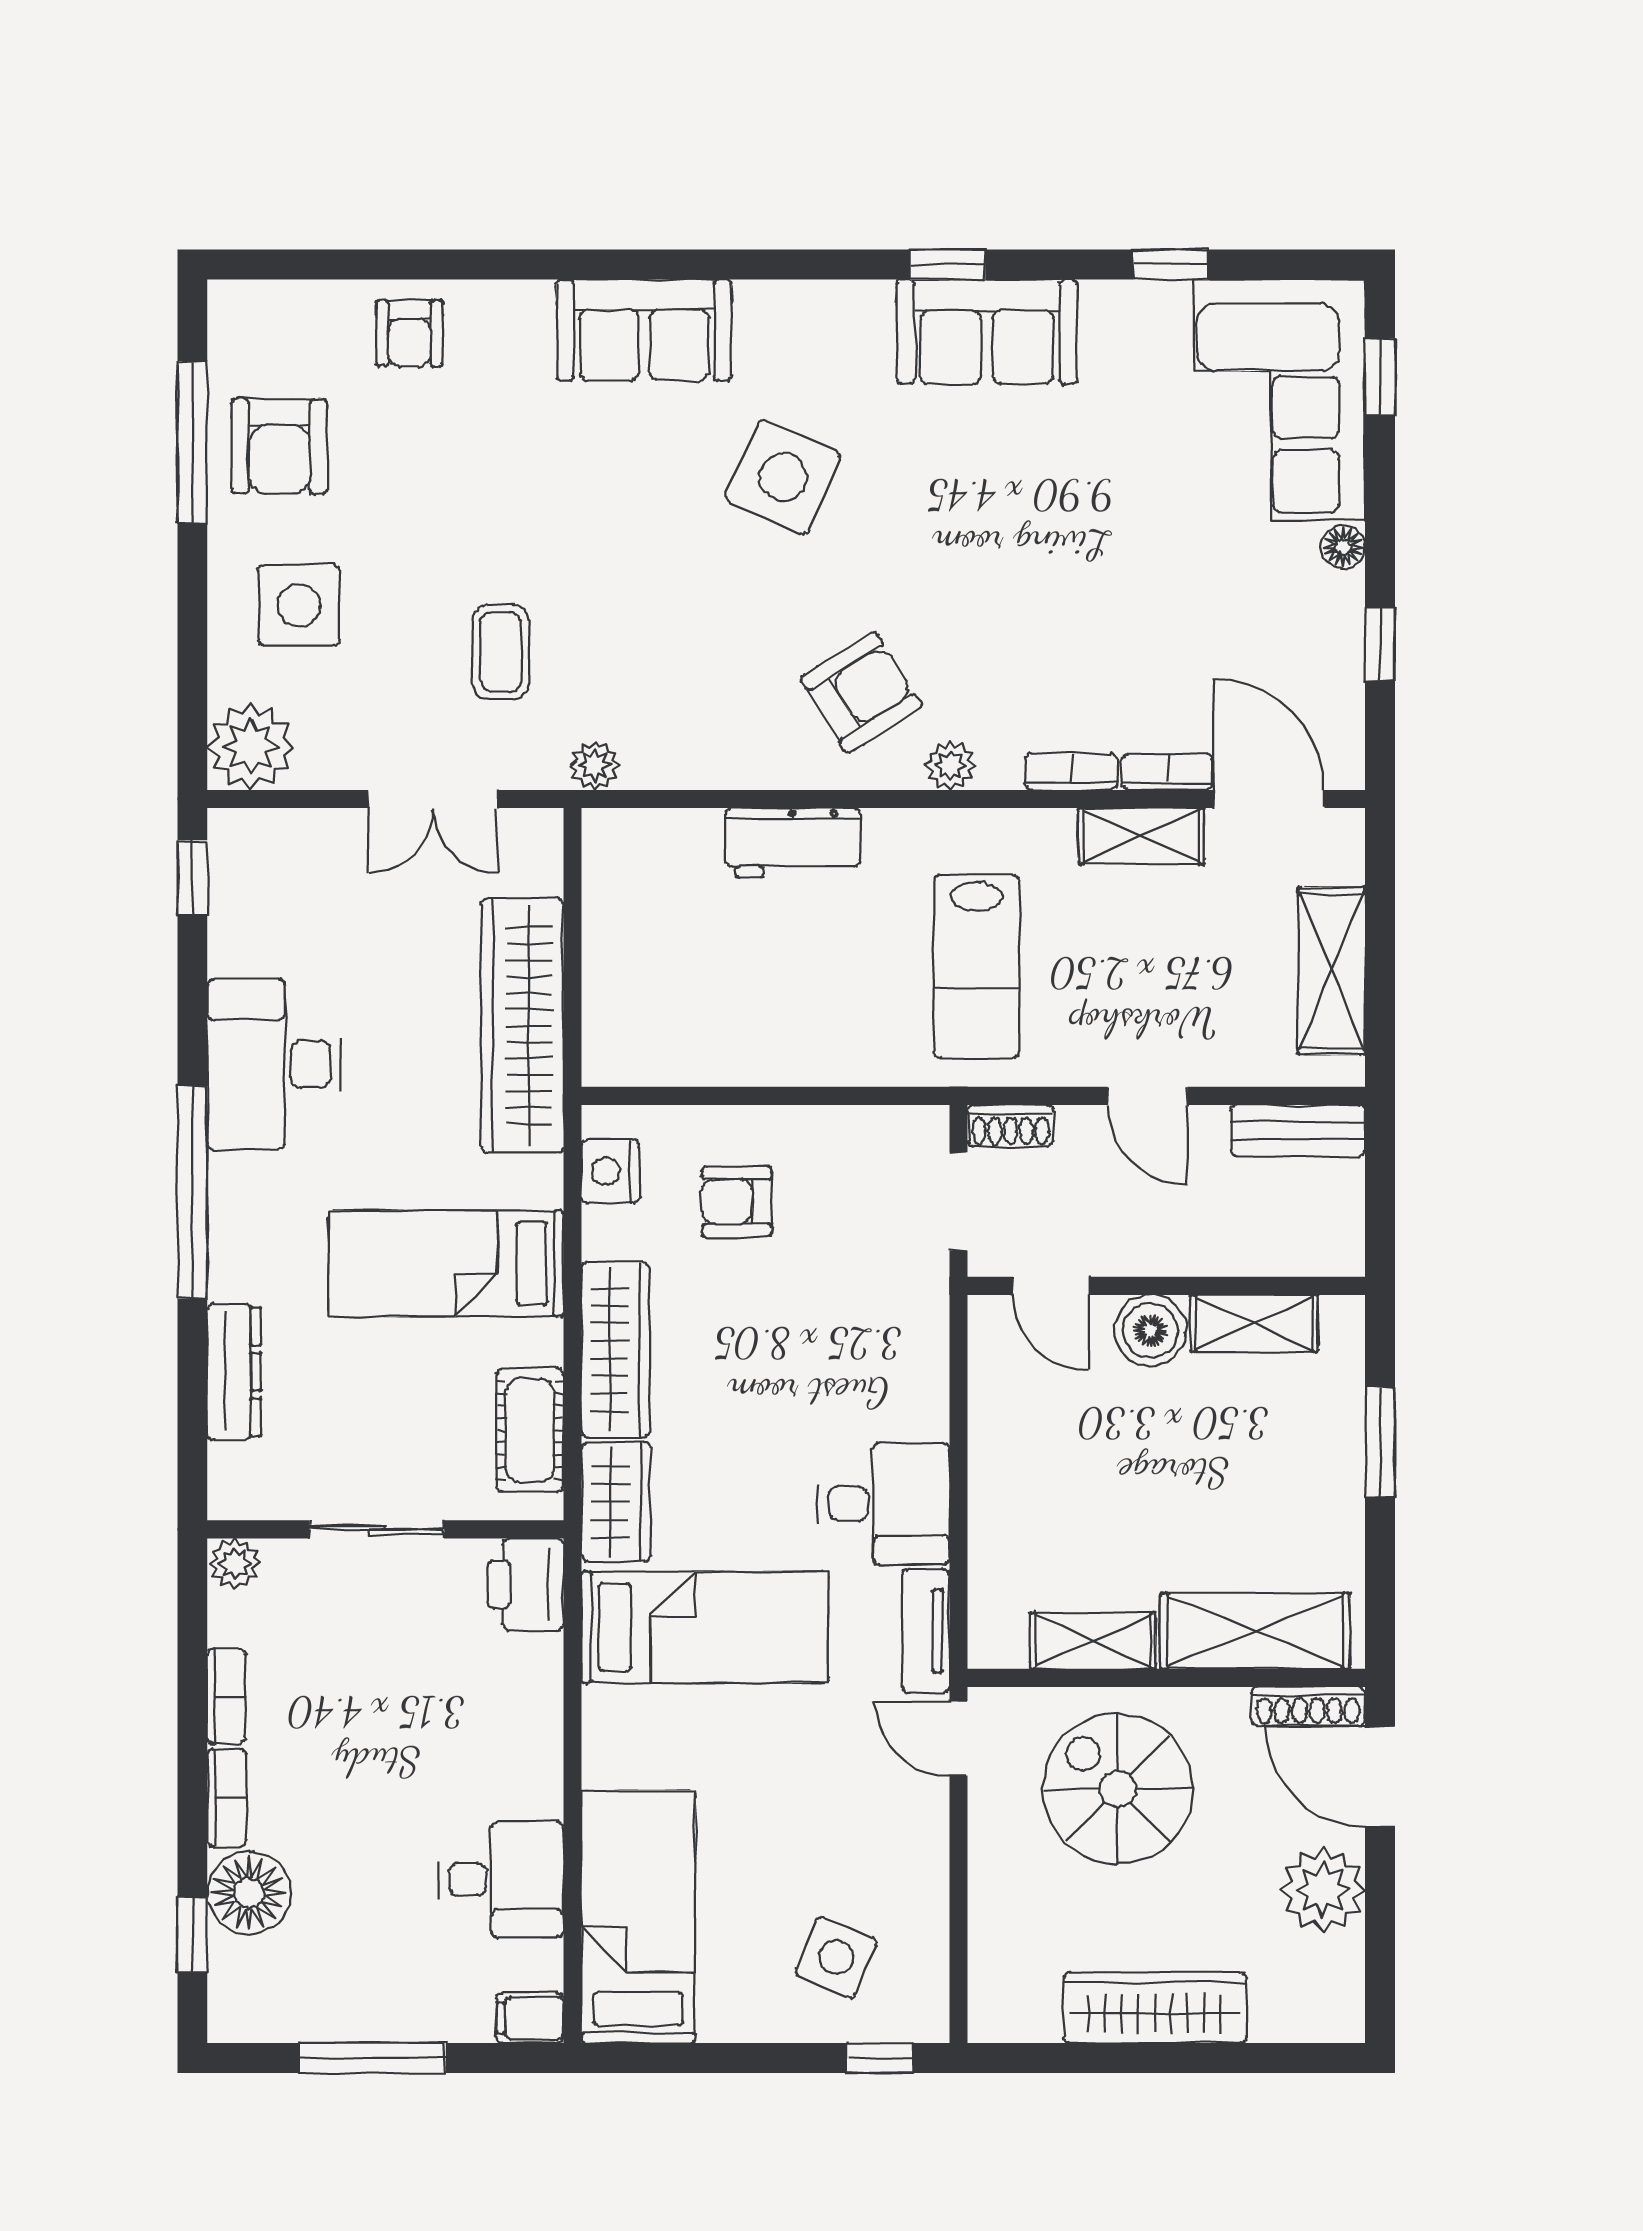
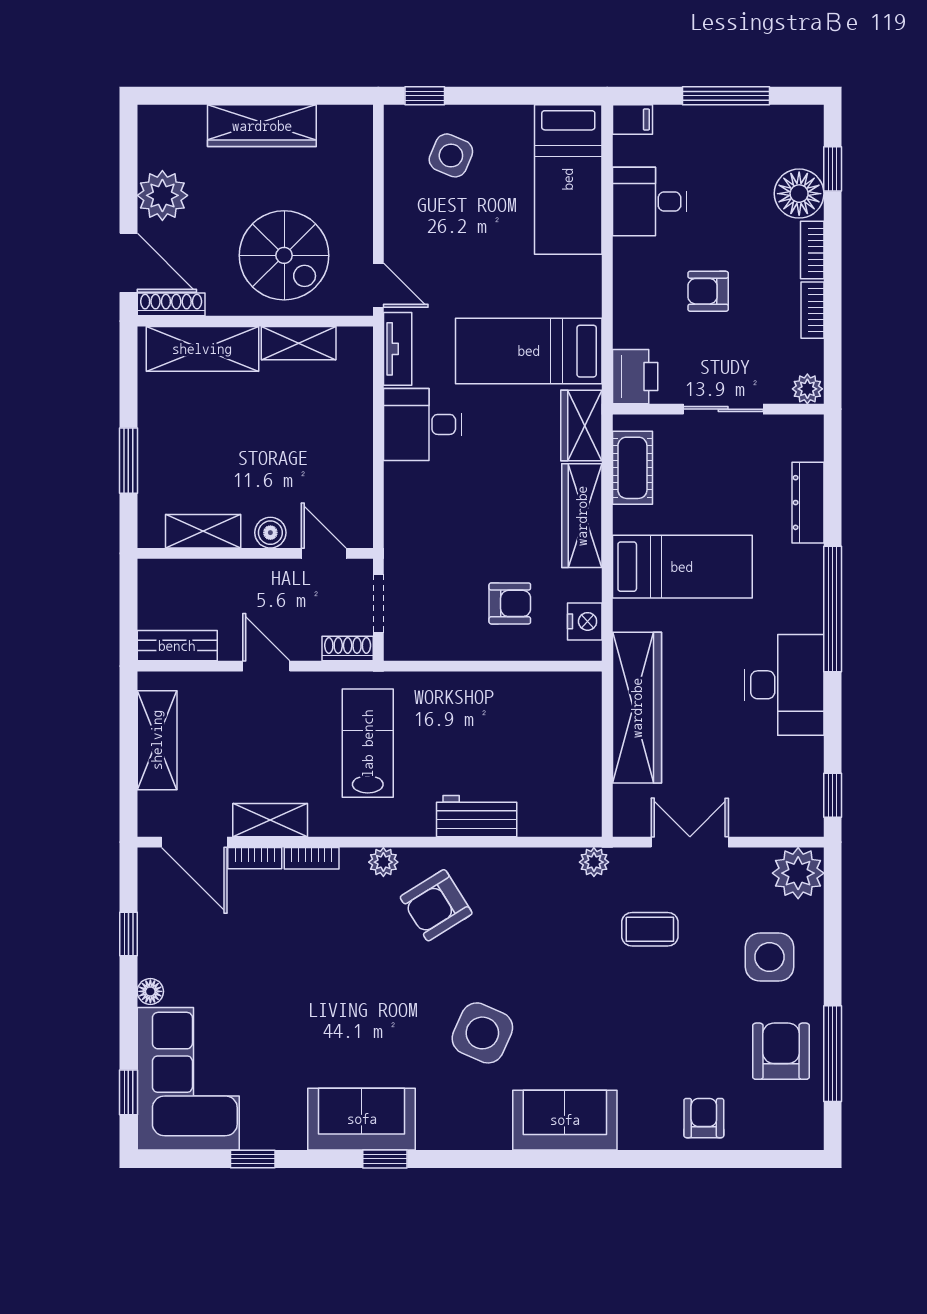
coffee table: (501, 652) -> (650, 929), turned 90
boiler: (1150, 1331) -> (270, 533), width x0.73, depth x0.73
armchair: (402, 1728) -> (708, 291), added

